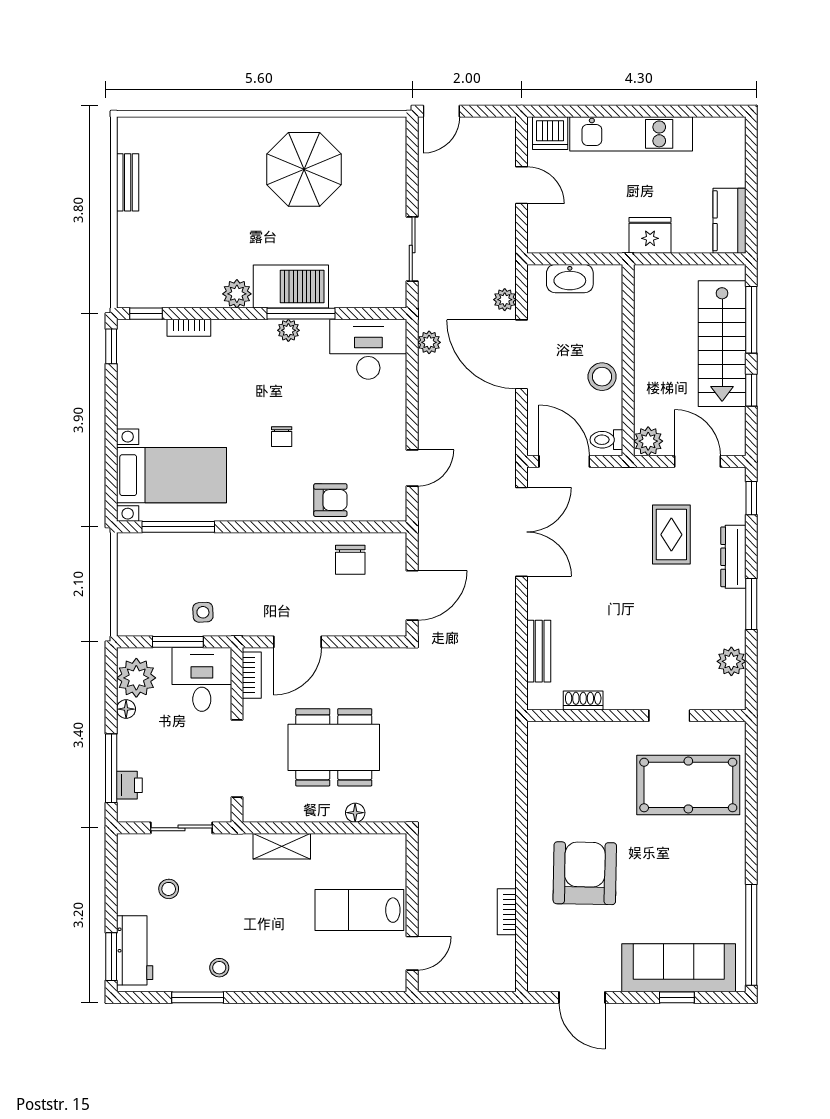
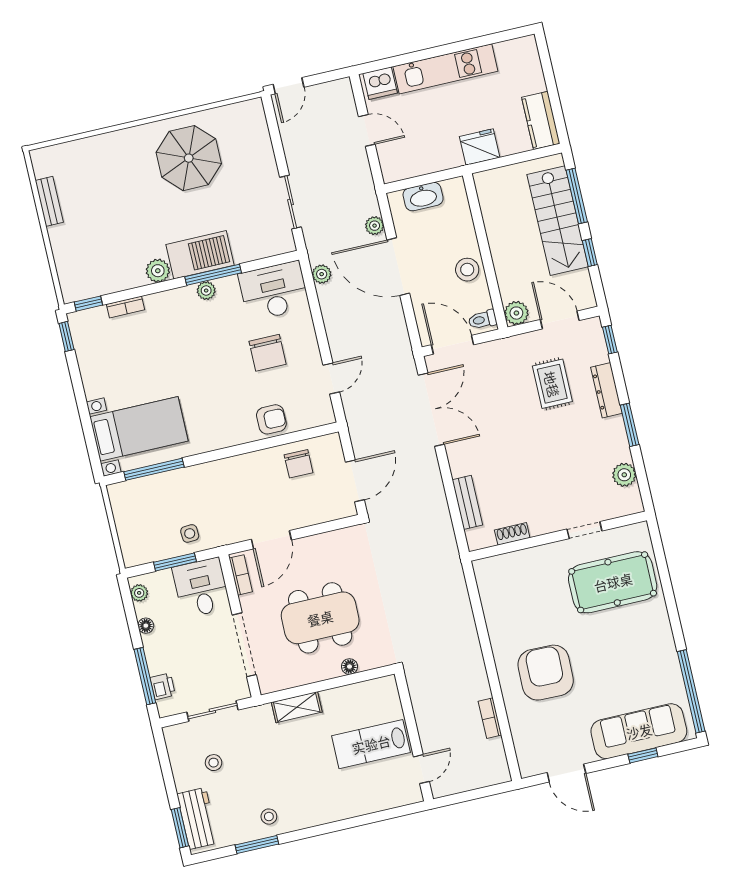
chair: (282, 437) -> (268, 353), moved, width x1.87, depth x1.87
plant: (136, 678) -> (139, 593), width x0.53, depth x0.53

